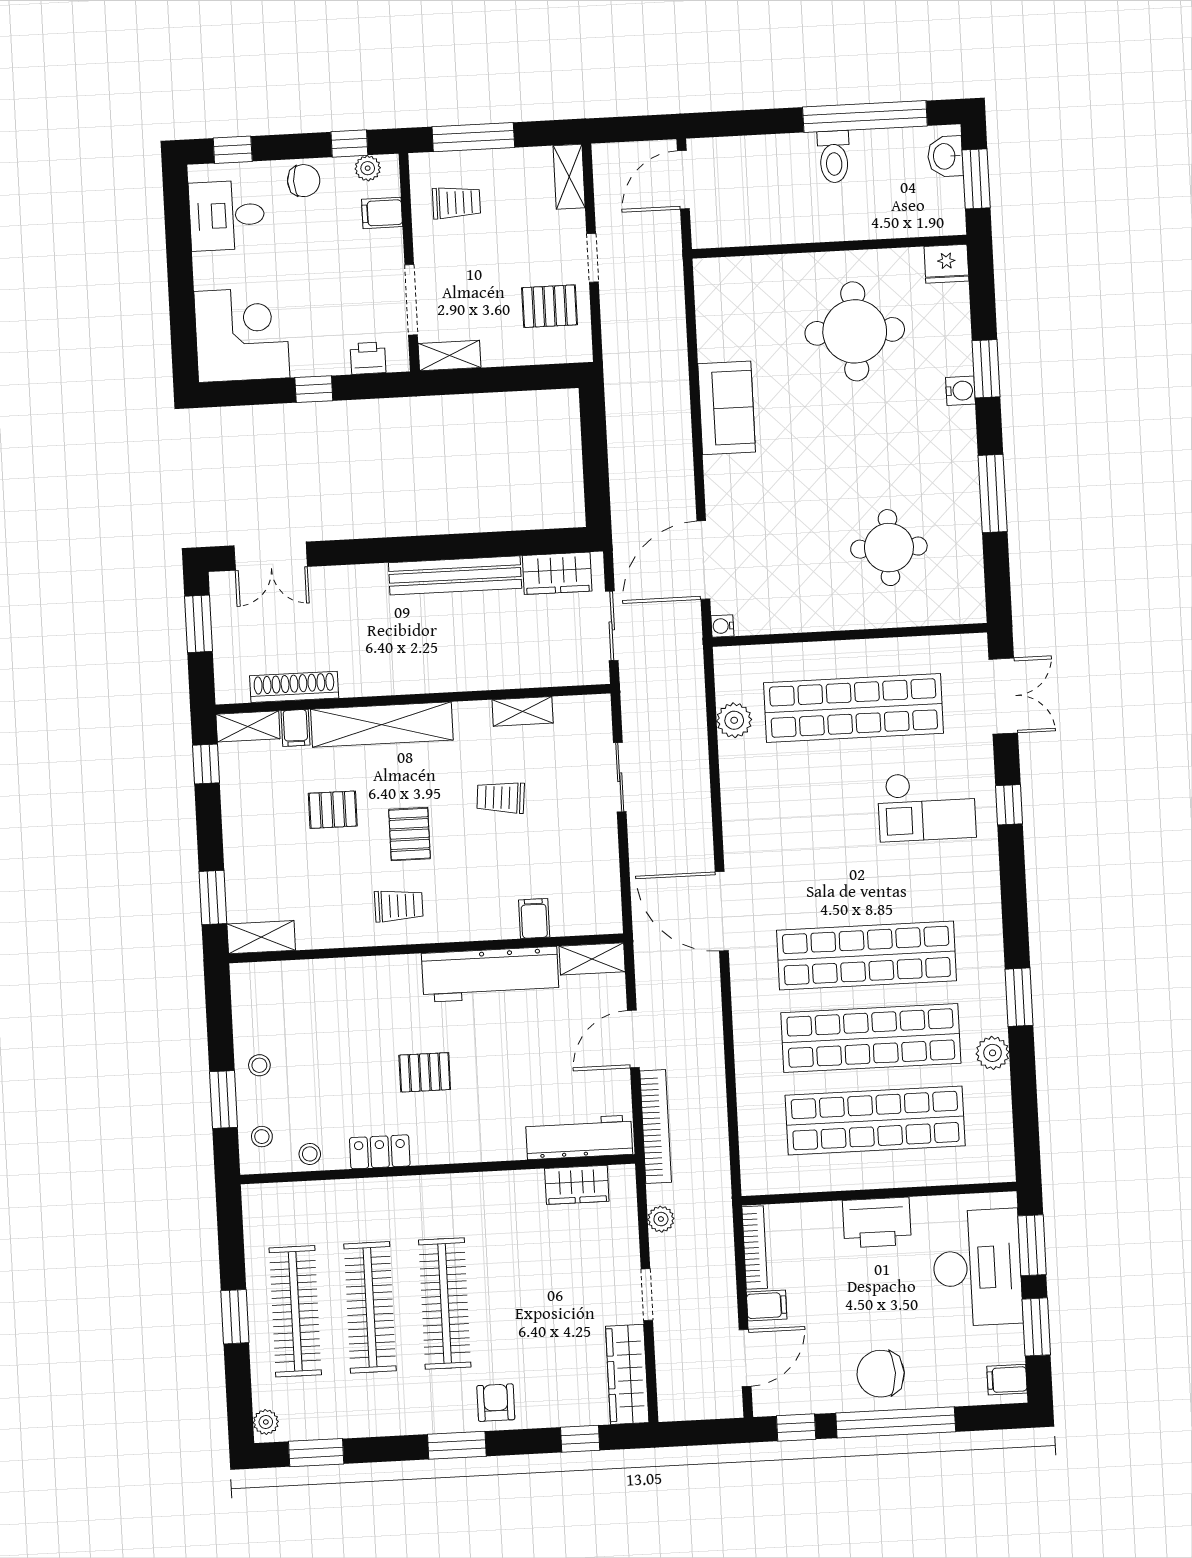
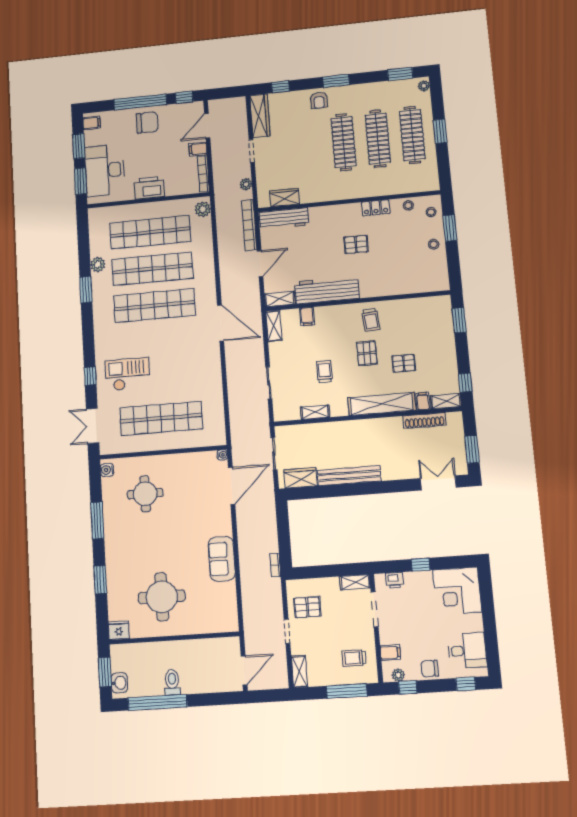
water cooler: (960, 391) -> (107, 470), moved
bookcase: (614, 393) -> (275, 565), added
plant: (734, 720) -> (203, 209), moved
trolley: (501, 798) -> (324, 372), turned -95
trolley: (399, 906) -> (371, 320), turned -95
shelving: (261, 937) -> (274, 326), moved, turned 90

